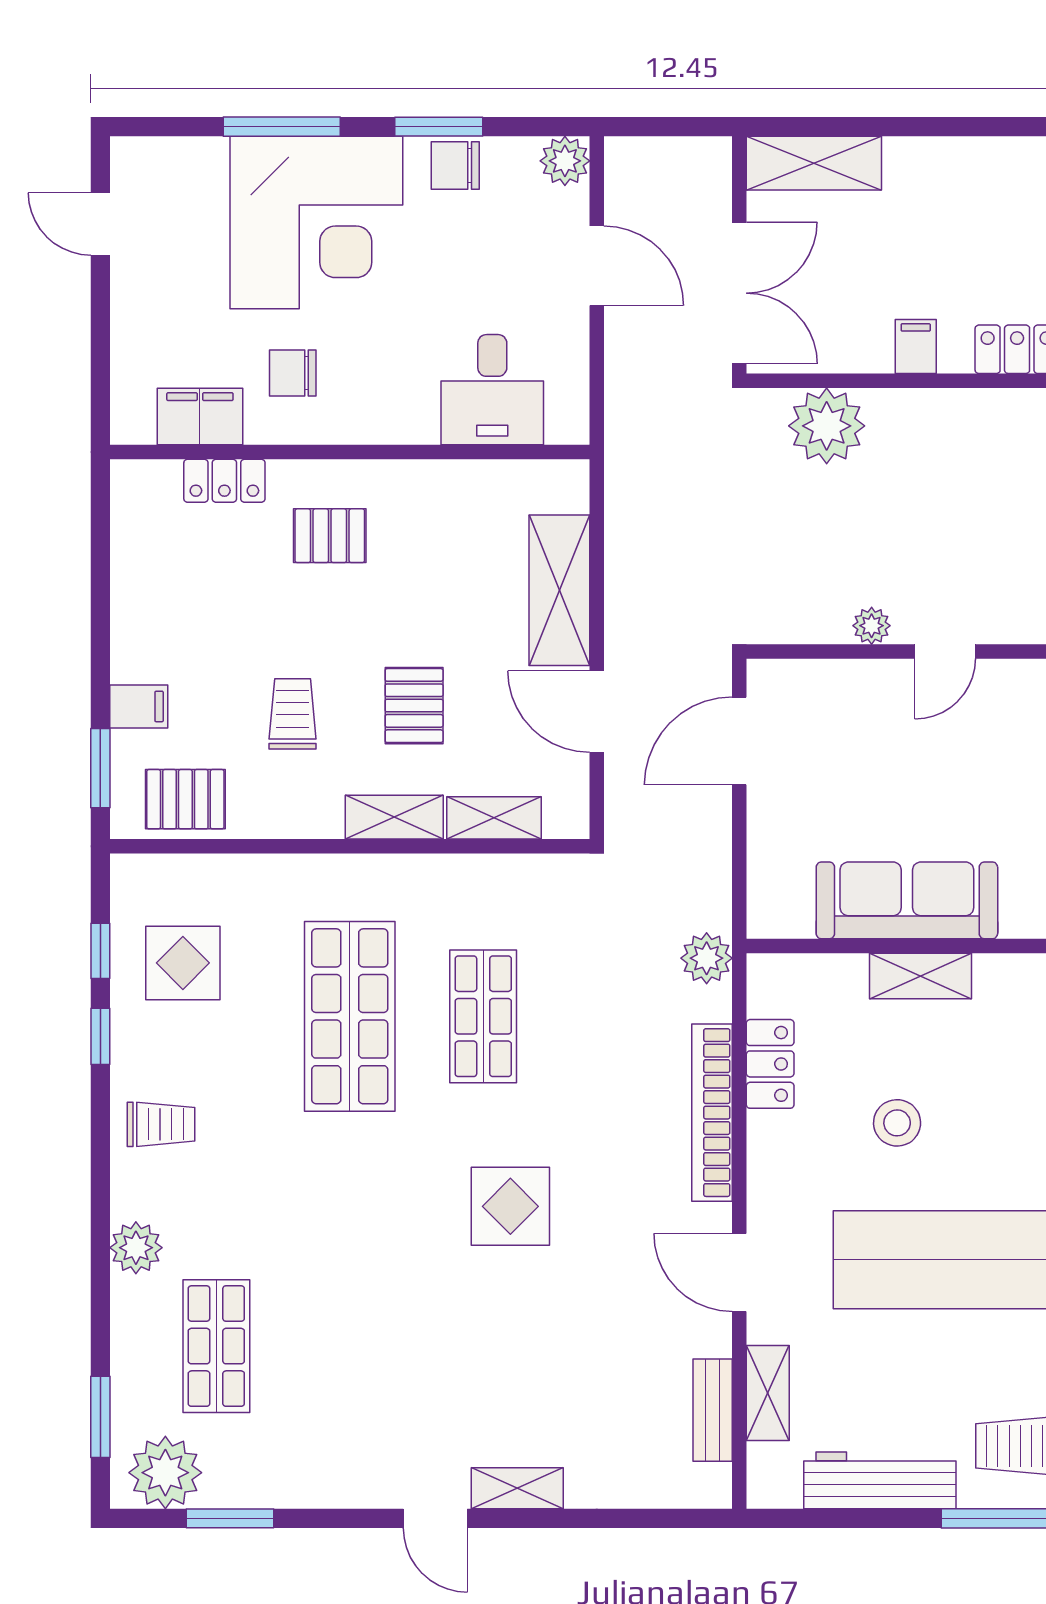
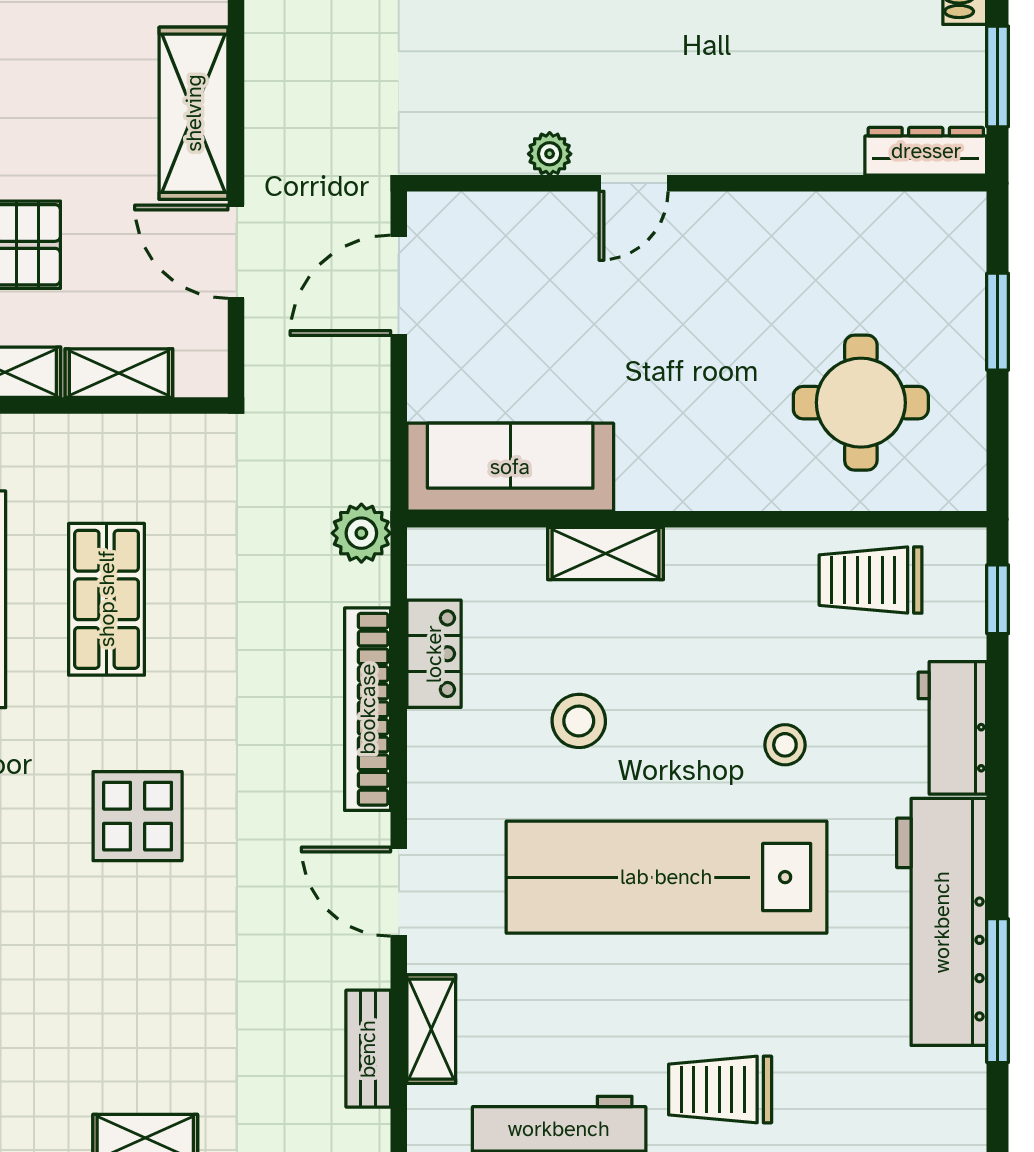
sofa: (907, 900) -> (510, 467), moved

